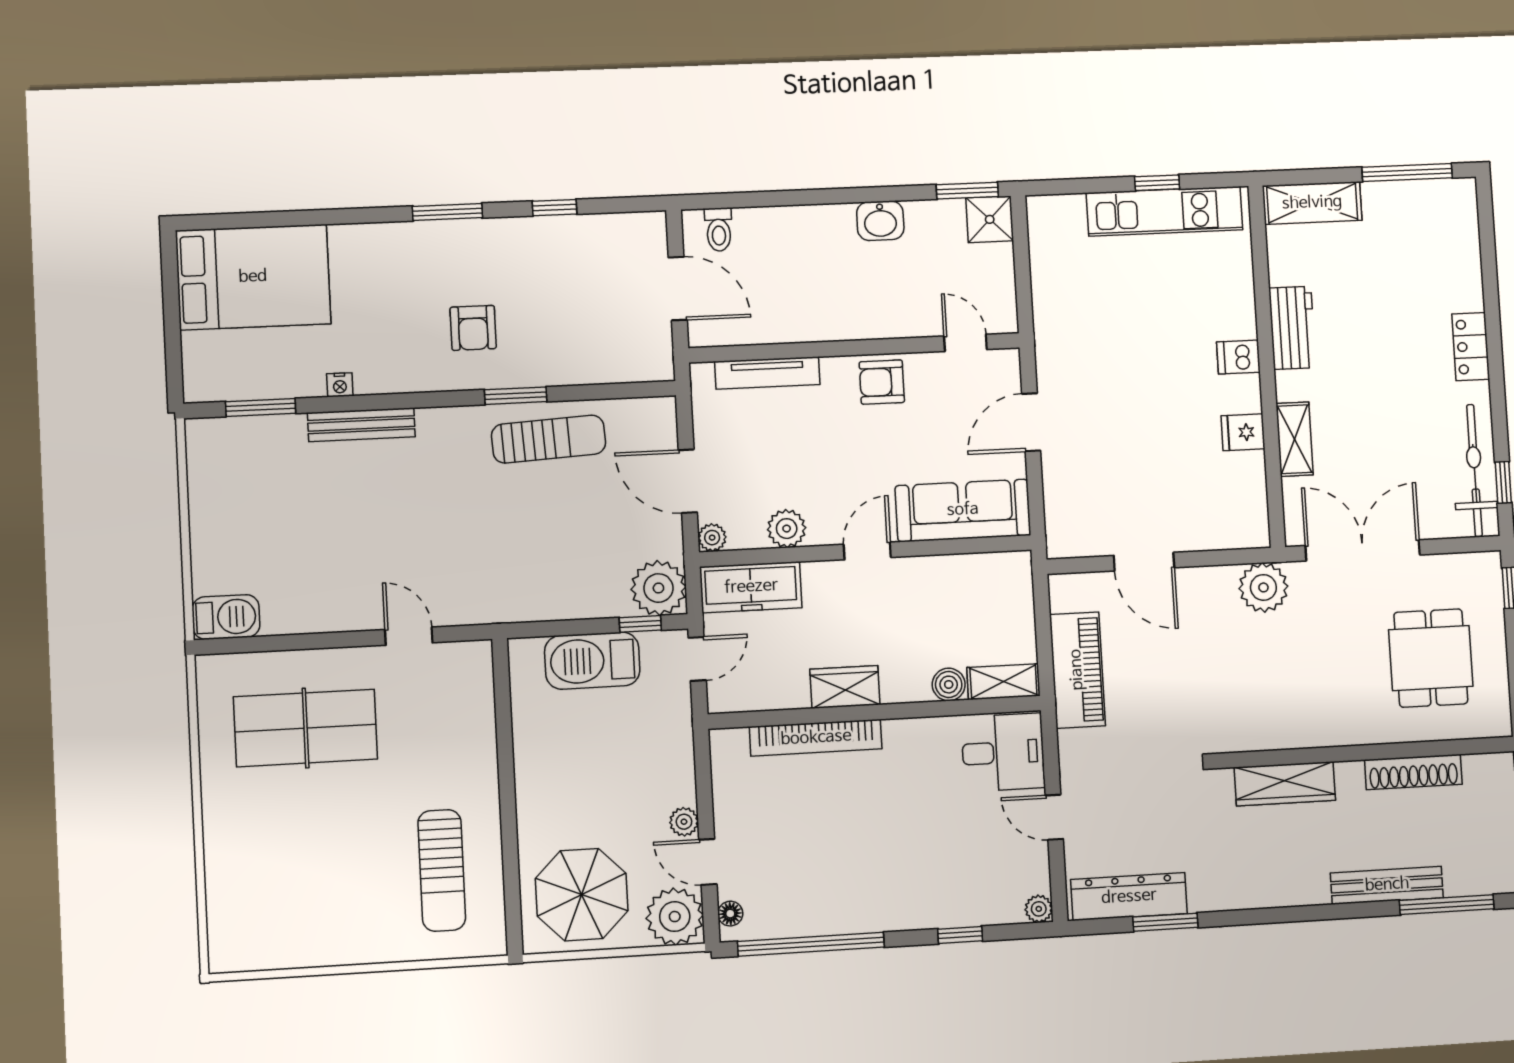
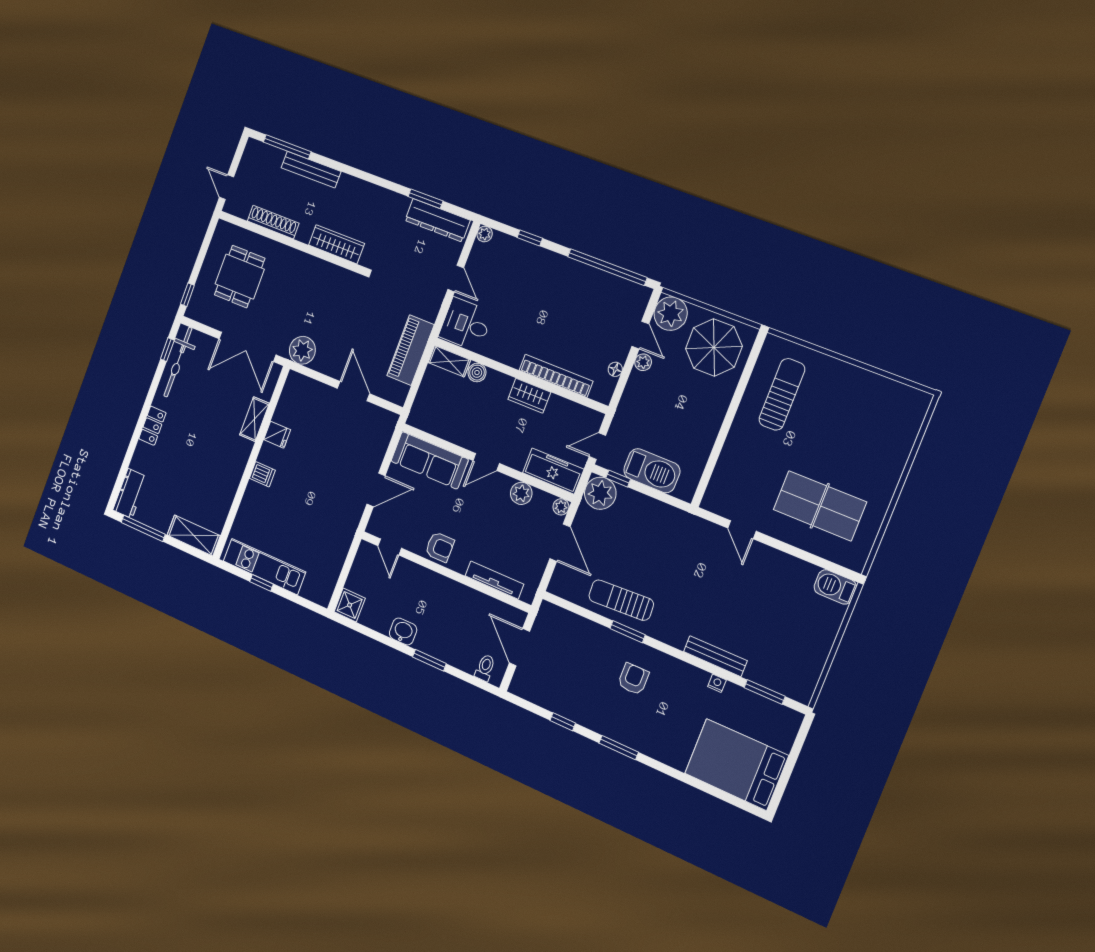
window: (967, 191) -> (429, 660), moved
workbench: (1292, 328) -> (130, 493), moved, turned 180
floor lamp: (730, 914) -> (615, 369), moved

